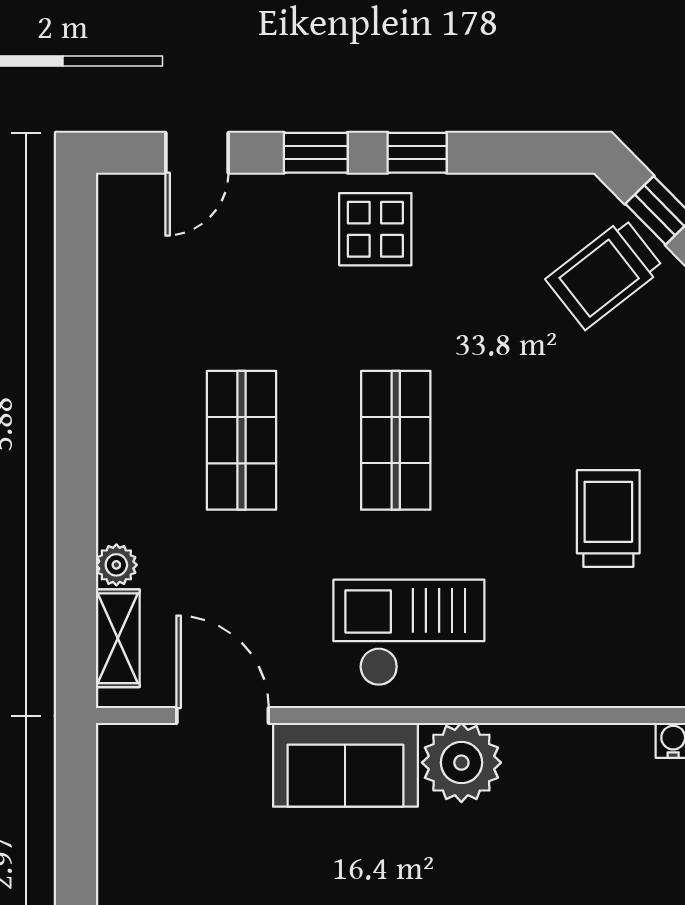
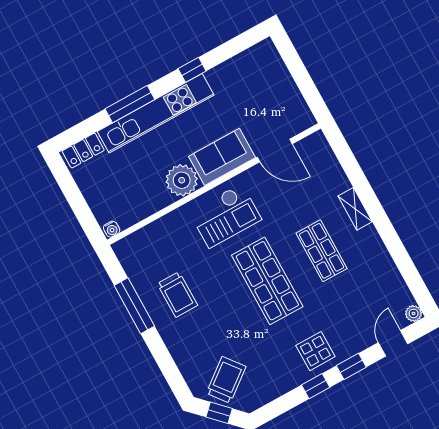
shop shelf: (396, 440) -> (267, 281), width x1.43, depth x1.36
plant: (116, 565) -> (414, 313), moved
shelving: (118, 638) -> (355, 209), moved

